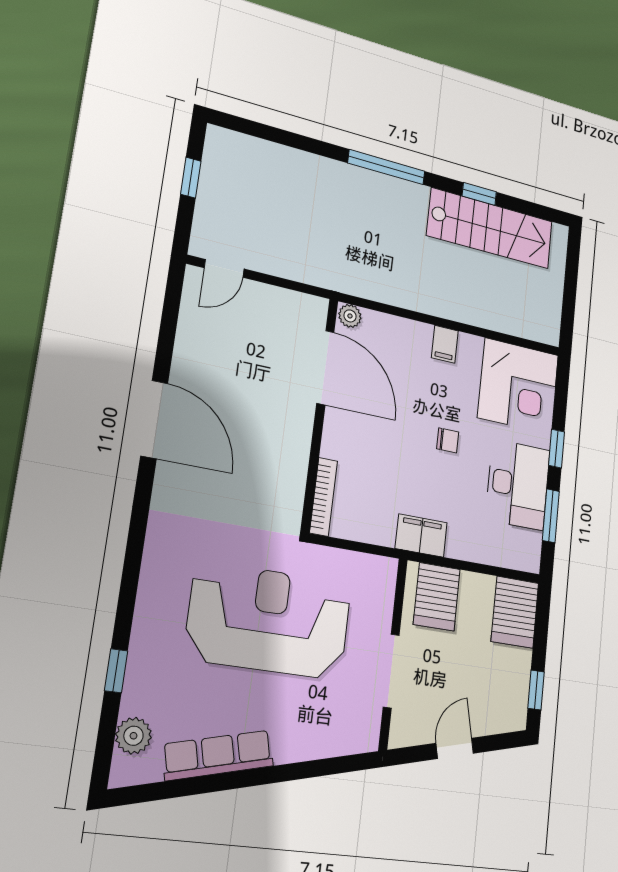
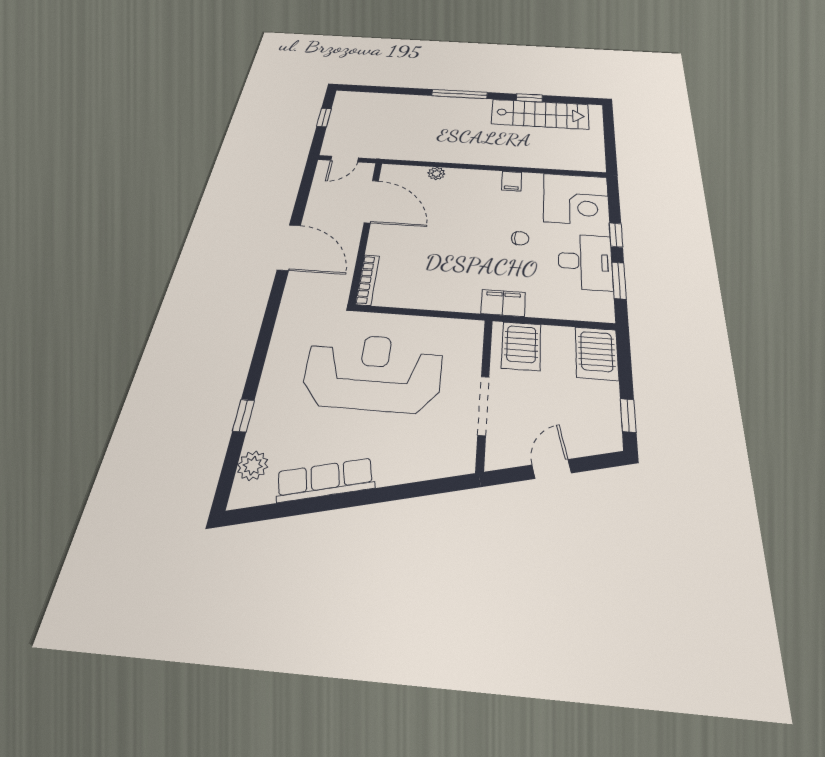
door: (325, 368) -> (371, 201), moved
wall: (320, 414) -> (366, 229), moved
bookcase: (323, 497) -> (367, 280), moved

